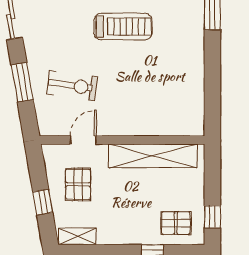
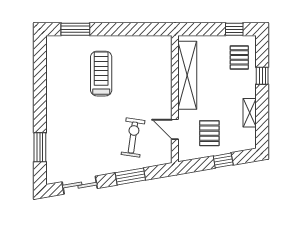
treadmill: (123, 27) -> (101, 74), moved
pallet: (78, 184) -> (209, 133), turned 90
shelving: (77, 236) -> (250, 113), moved

